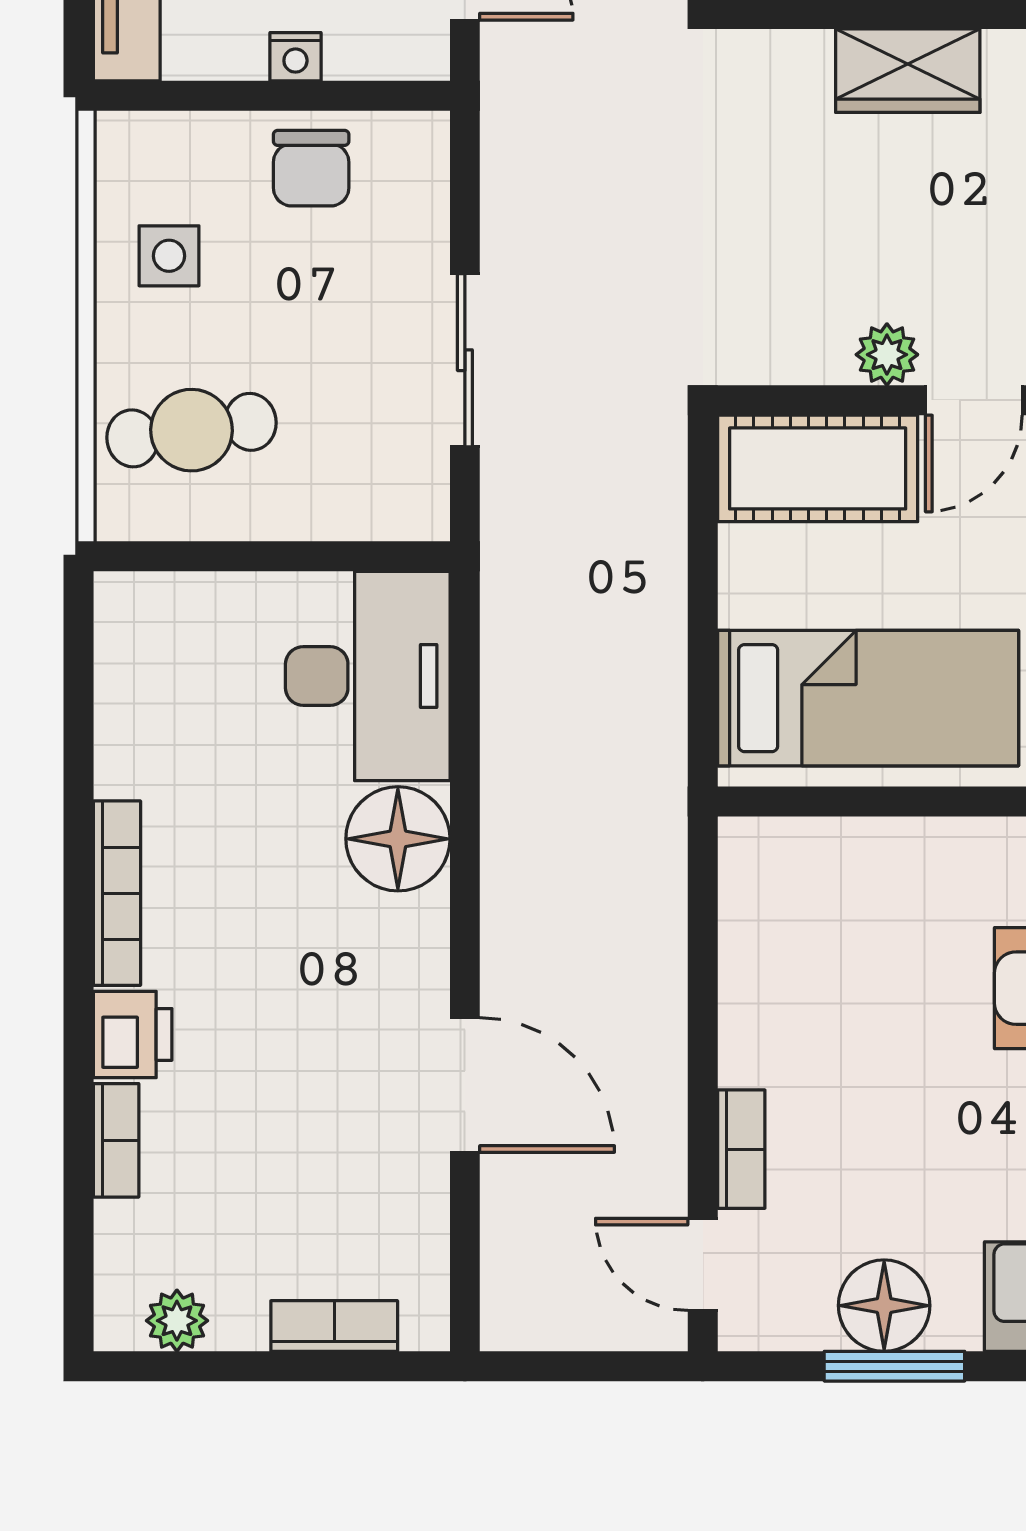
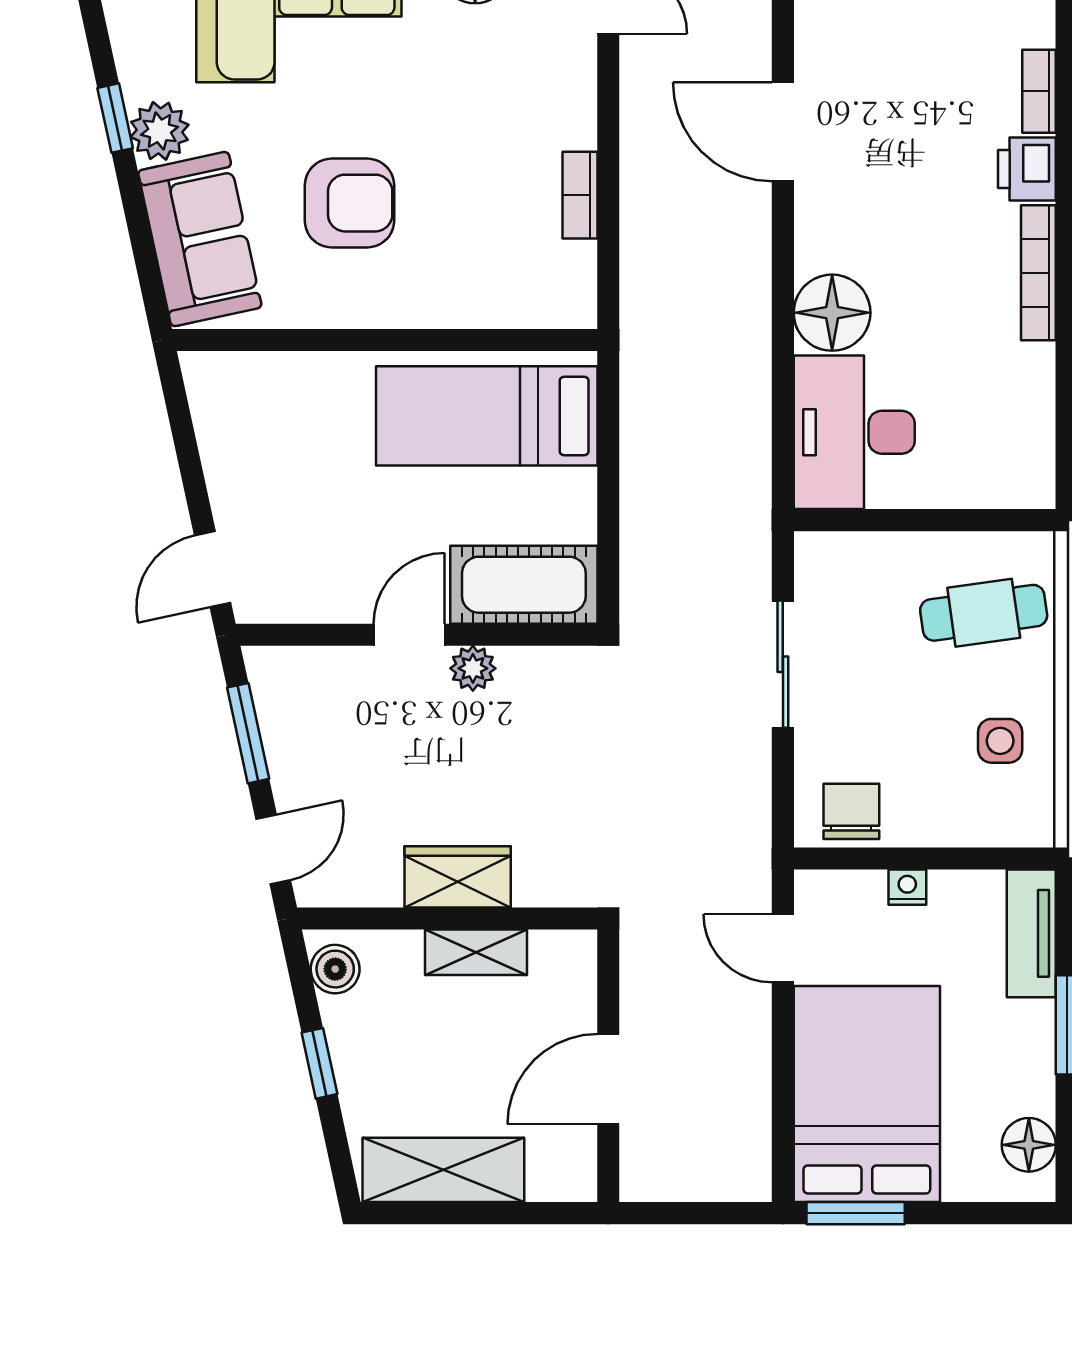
chair: (311, 168) -> (851, 811), moved
bookcase: (741, 1149) -> (580, 195), moved

